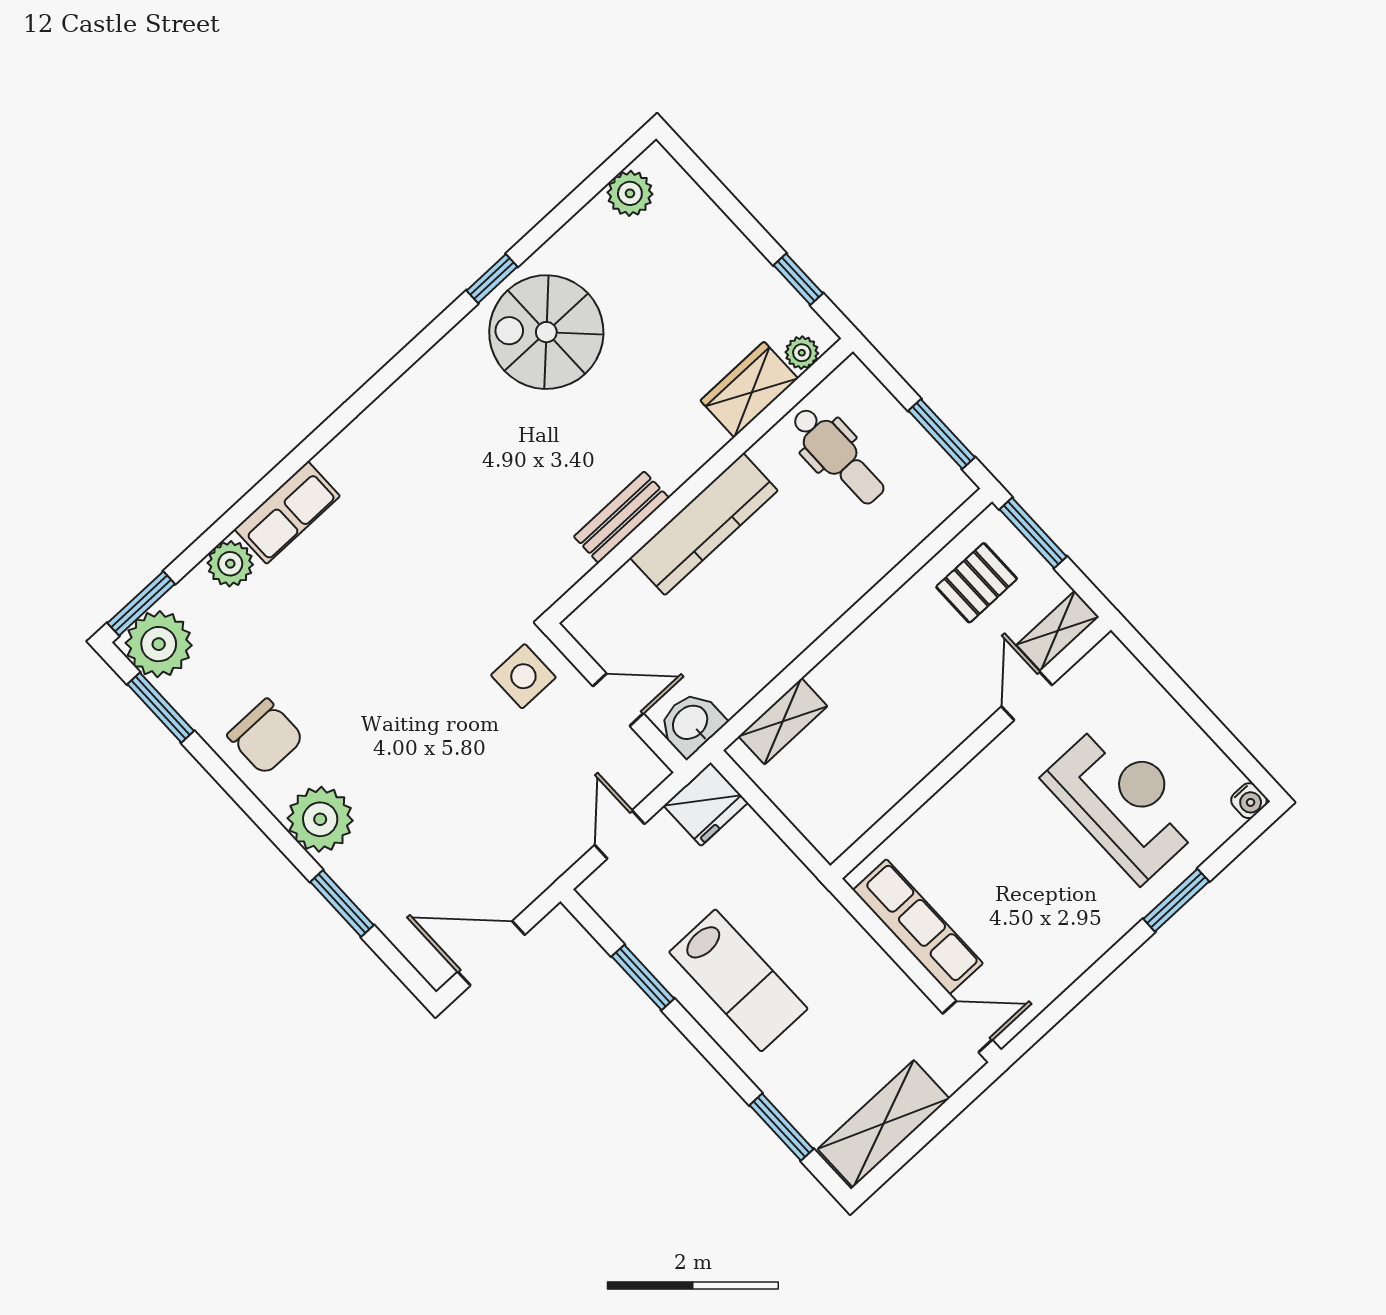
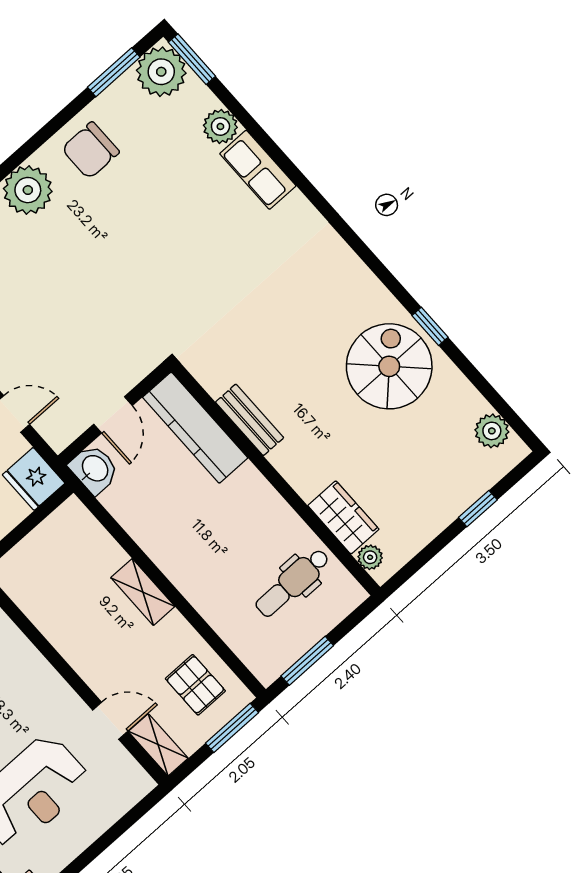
window: (798, 279) -> (478, 509), moved
kitchen counter: (704, 524) -> (195, 428), moved
side table: (523, 676) -> (132, 344), removed
shelving: (783, 721) -> (143, 592), moved

